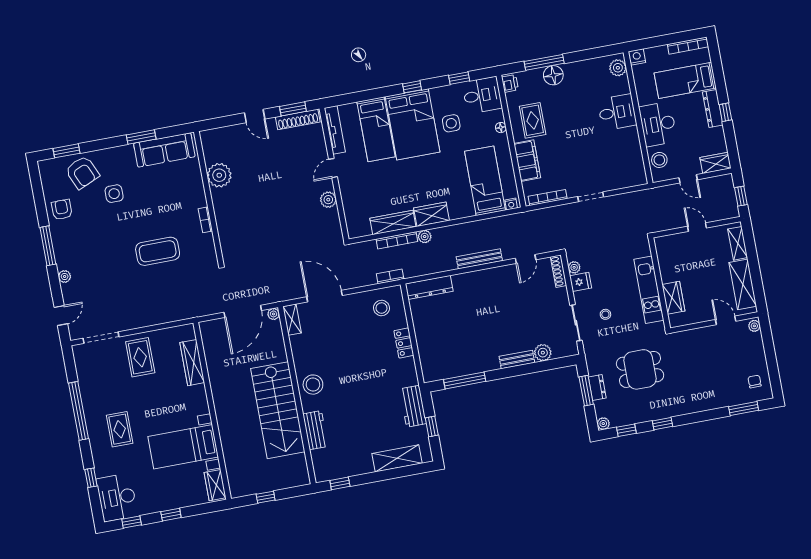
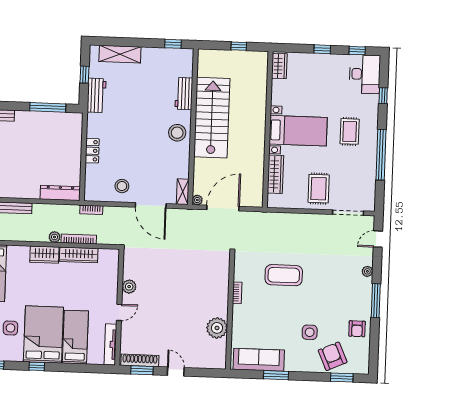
stool: (381, 308) -> (122, 186), moved
bed with nightstands: (183, 447) -> (298, 131), moved

